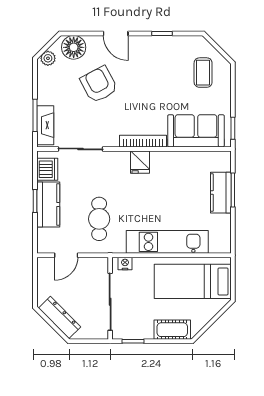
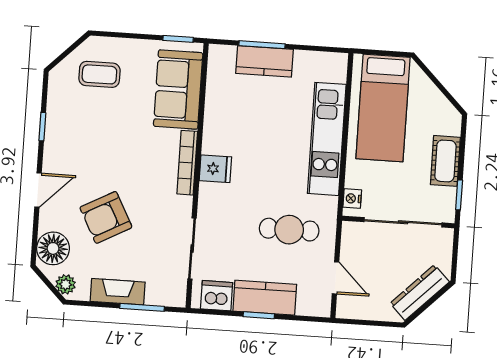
fireplace: (45, 125) -> (118, 292), moved
cot: (172, 330) -> (445, 161), moved

